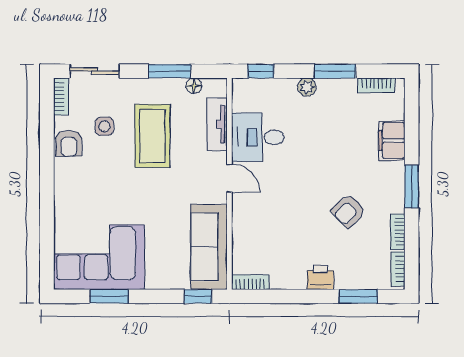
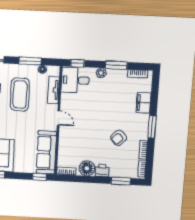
desk: (258, 137) -> (75, 80), moved
floor lamp: (290, 274) -> (87, 168), added

